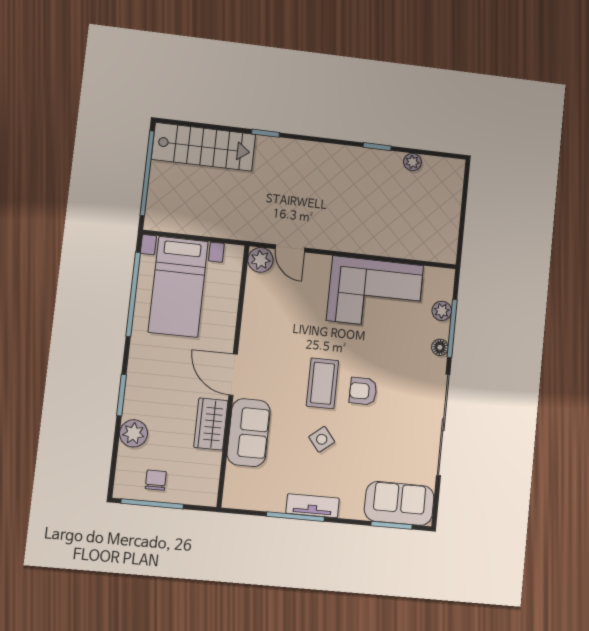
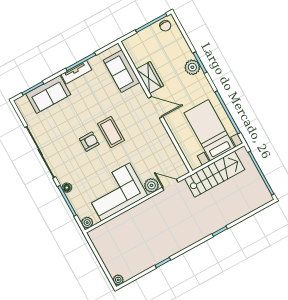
stairs: (204, 147) -> (215, 174), moved, turned 180
plant: (412, 162) -> (118, 280), moved
plant: (260, 260) -> (151, 185), moved
plant: (442, 311) -> (87, 223), moved
plant: (134, 433) -> (192, 67), moved
sofa: (249, 433) -> (122, 71), moved
side table: (322, 439) -> (93, 106), removed
chair: (156, 480) -> (165, 26), moved
sofa: (399, 503) -> (48, 94), moved

